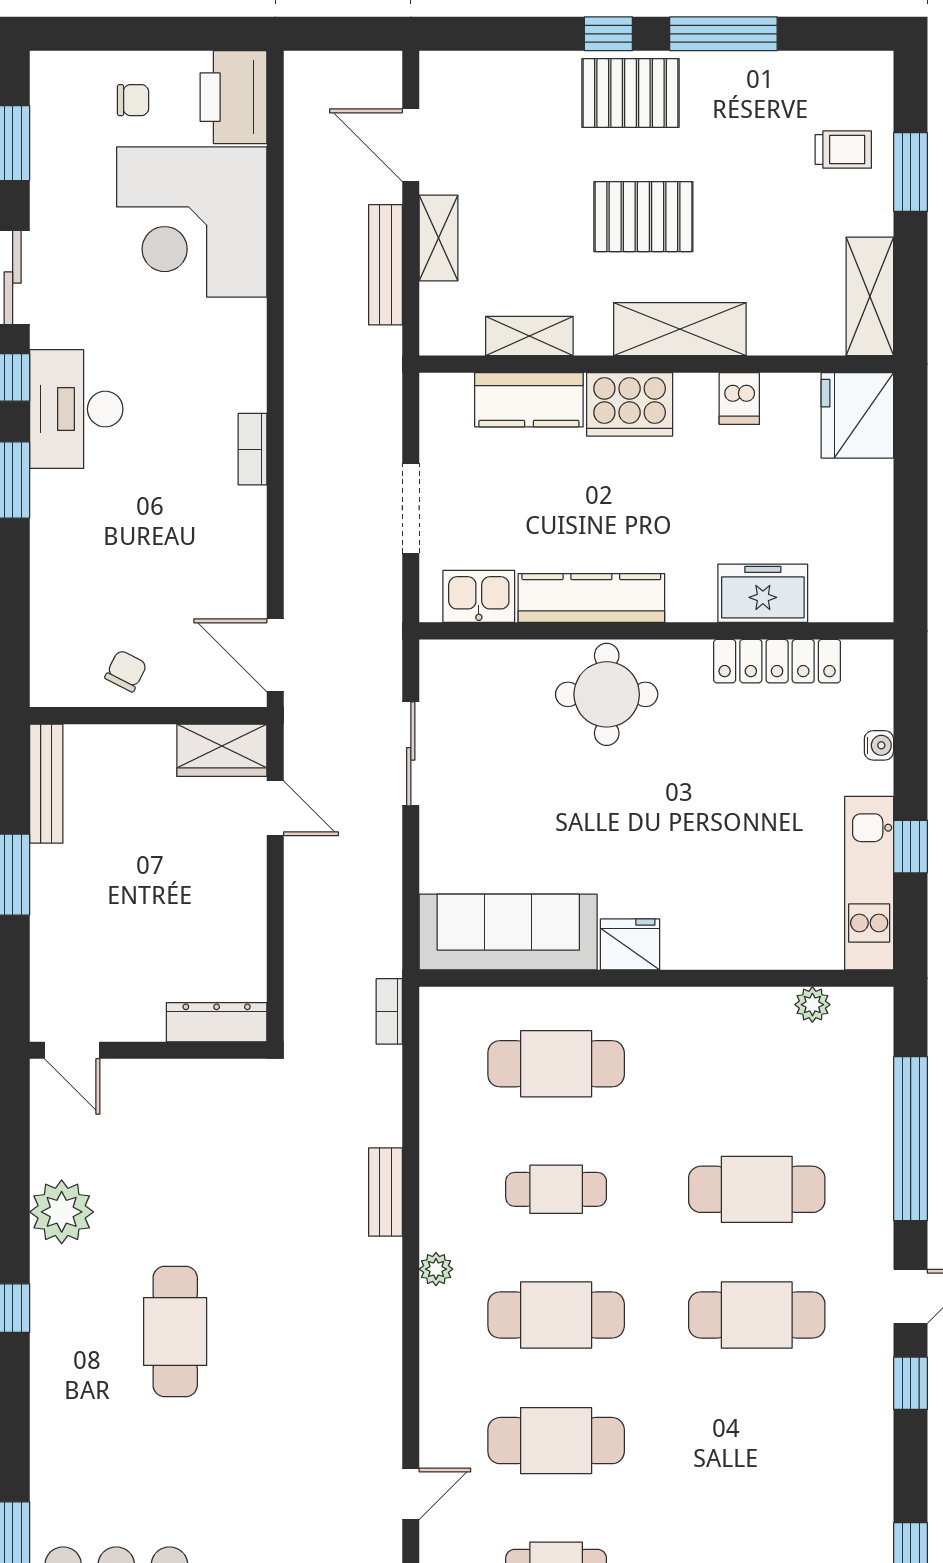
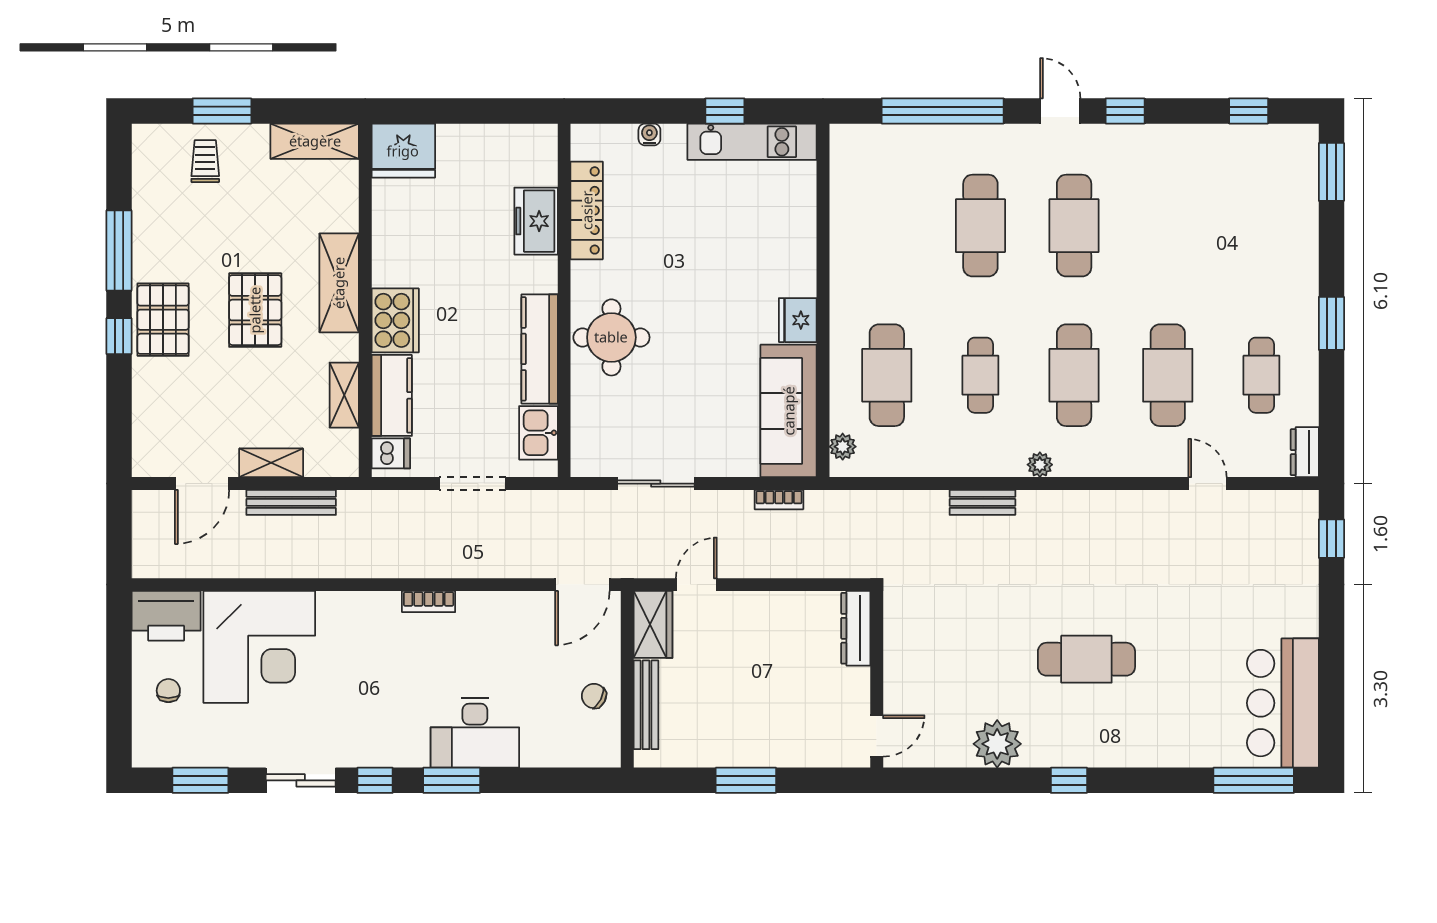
dishwasher: (739, 398) -> (391, 453), moved
desk: (76, 409) -> (475, 733), moved
bench: (46, 784) -> (646, 705), moved, turned 90
plant: (812, 1005) -> (843, 447), moved
bookcase: (389, 1011) -> (779, 500), moved

